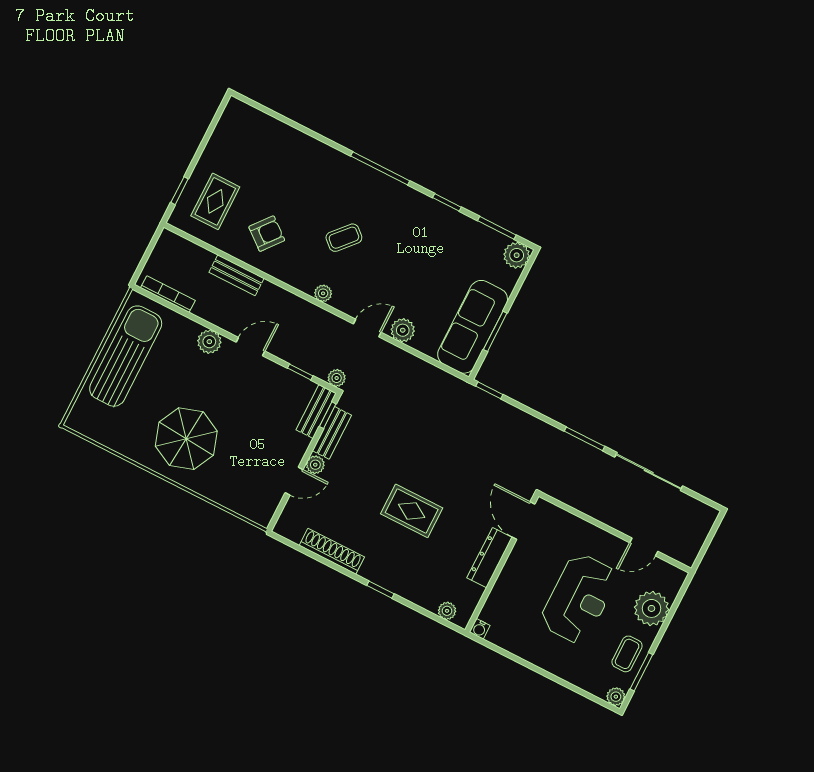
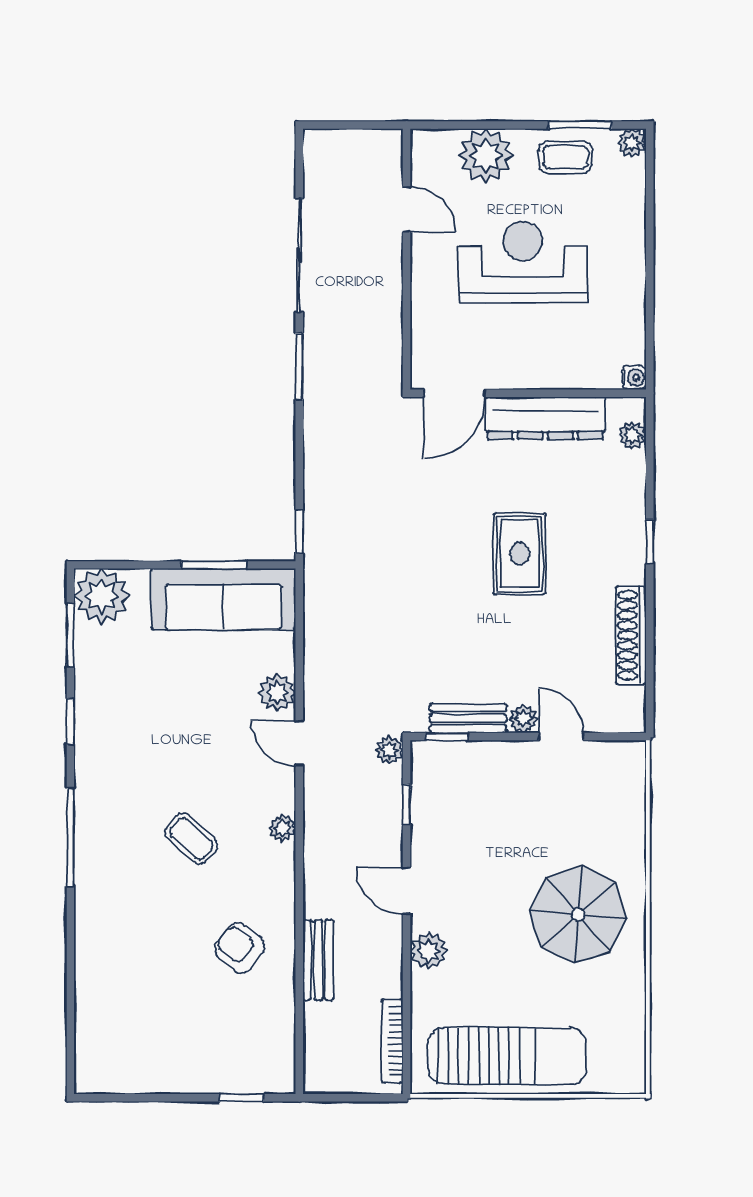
rug: (215, 201) -> (231, 1041), removed
plant: (517, 255) -> (102, 596), width x1.36, depth x1.36
sun lounger: (126, 356) -> (507, 1056), turned 180
bench: (316, 412) -> (450, 755), removed
dresser: (490, 558) -> (545, 418), width x1.37, depth x1.24

